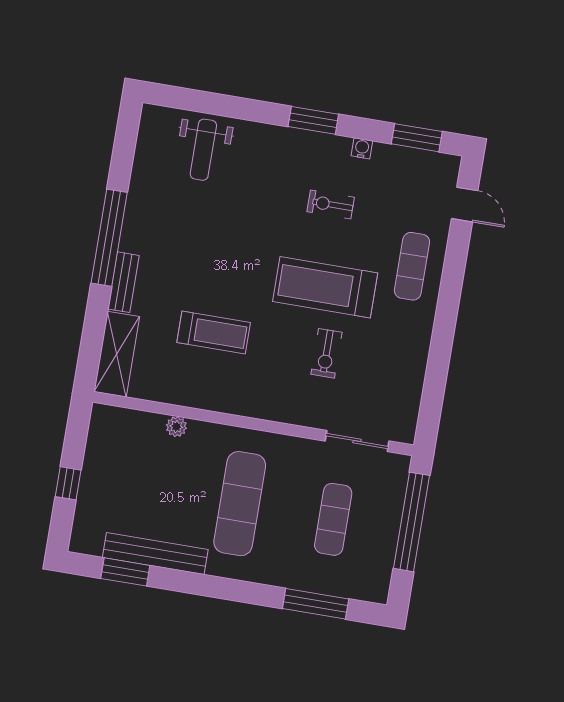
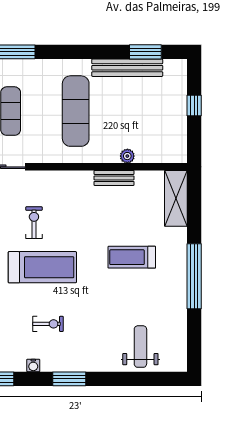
bench: (123, 282) -> (114, 178), moved, turned 90
treadmill: (214, 332) -> (132, 257), moved

